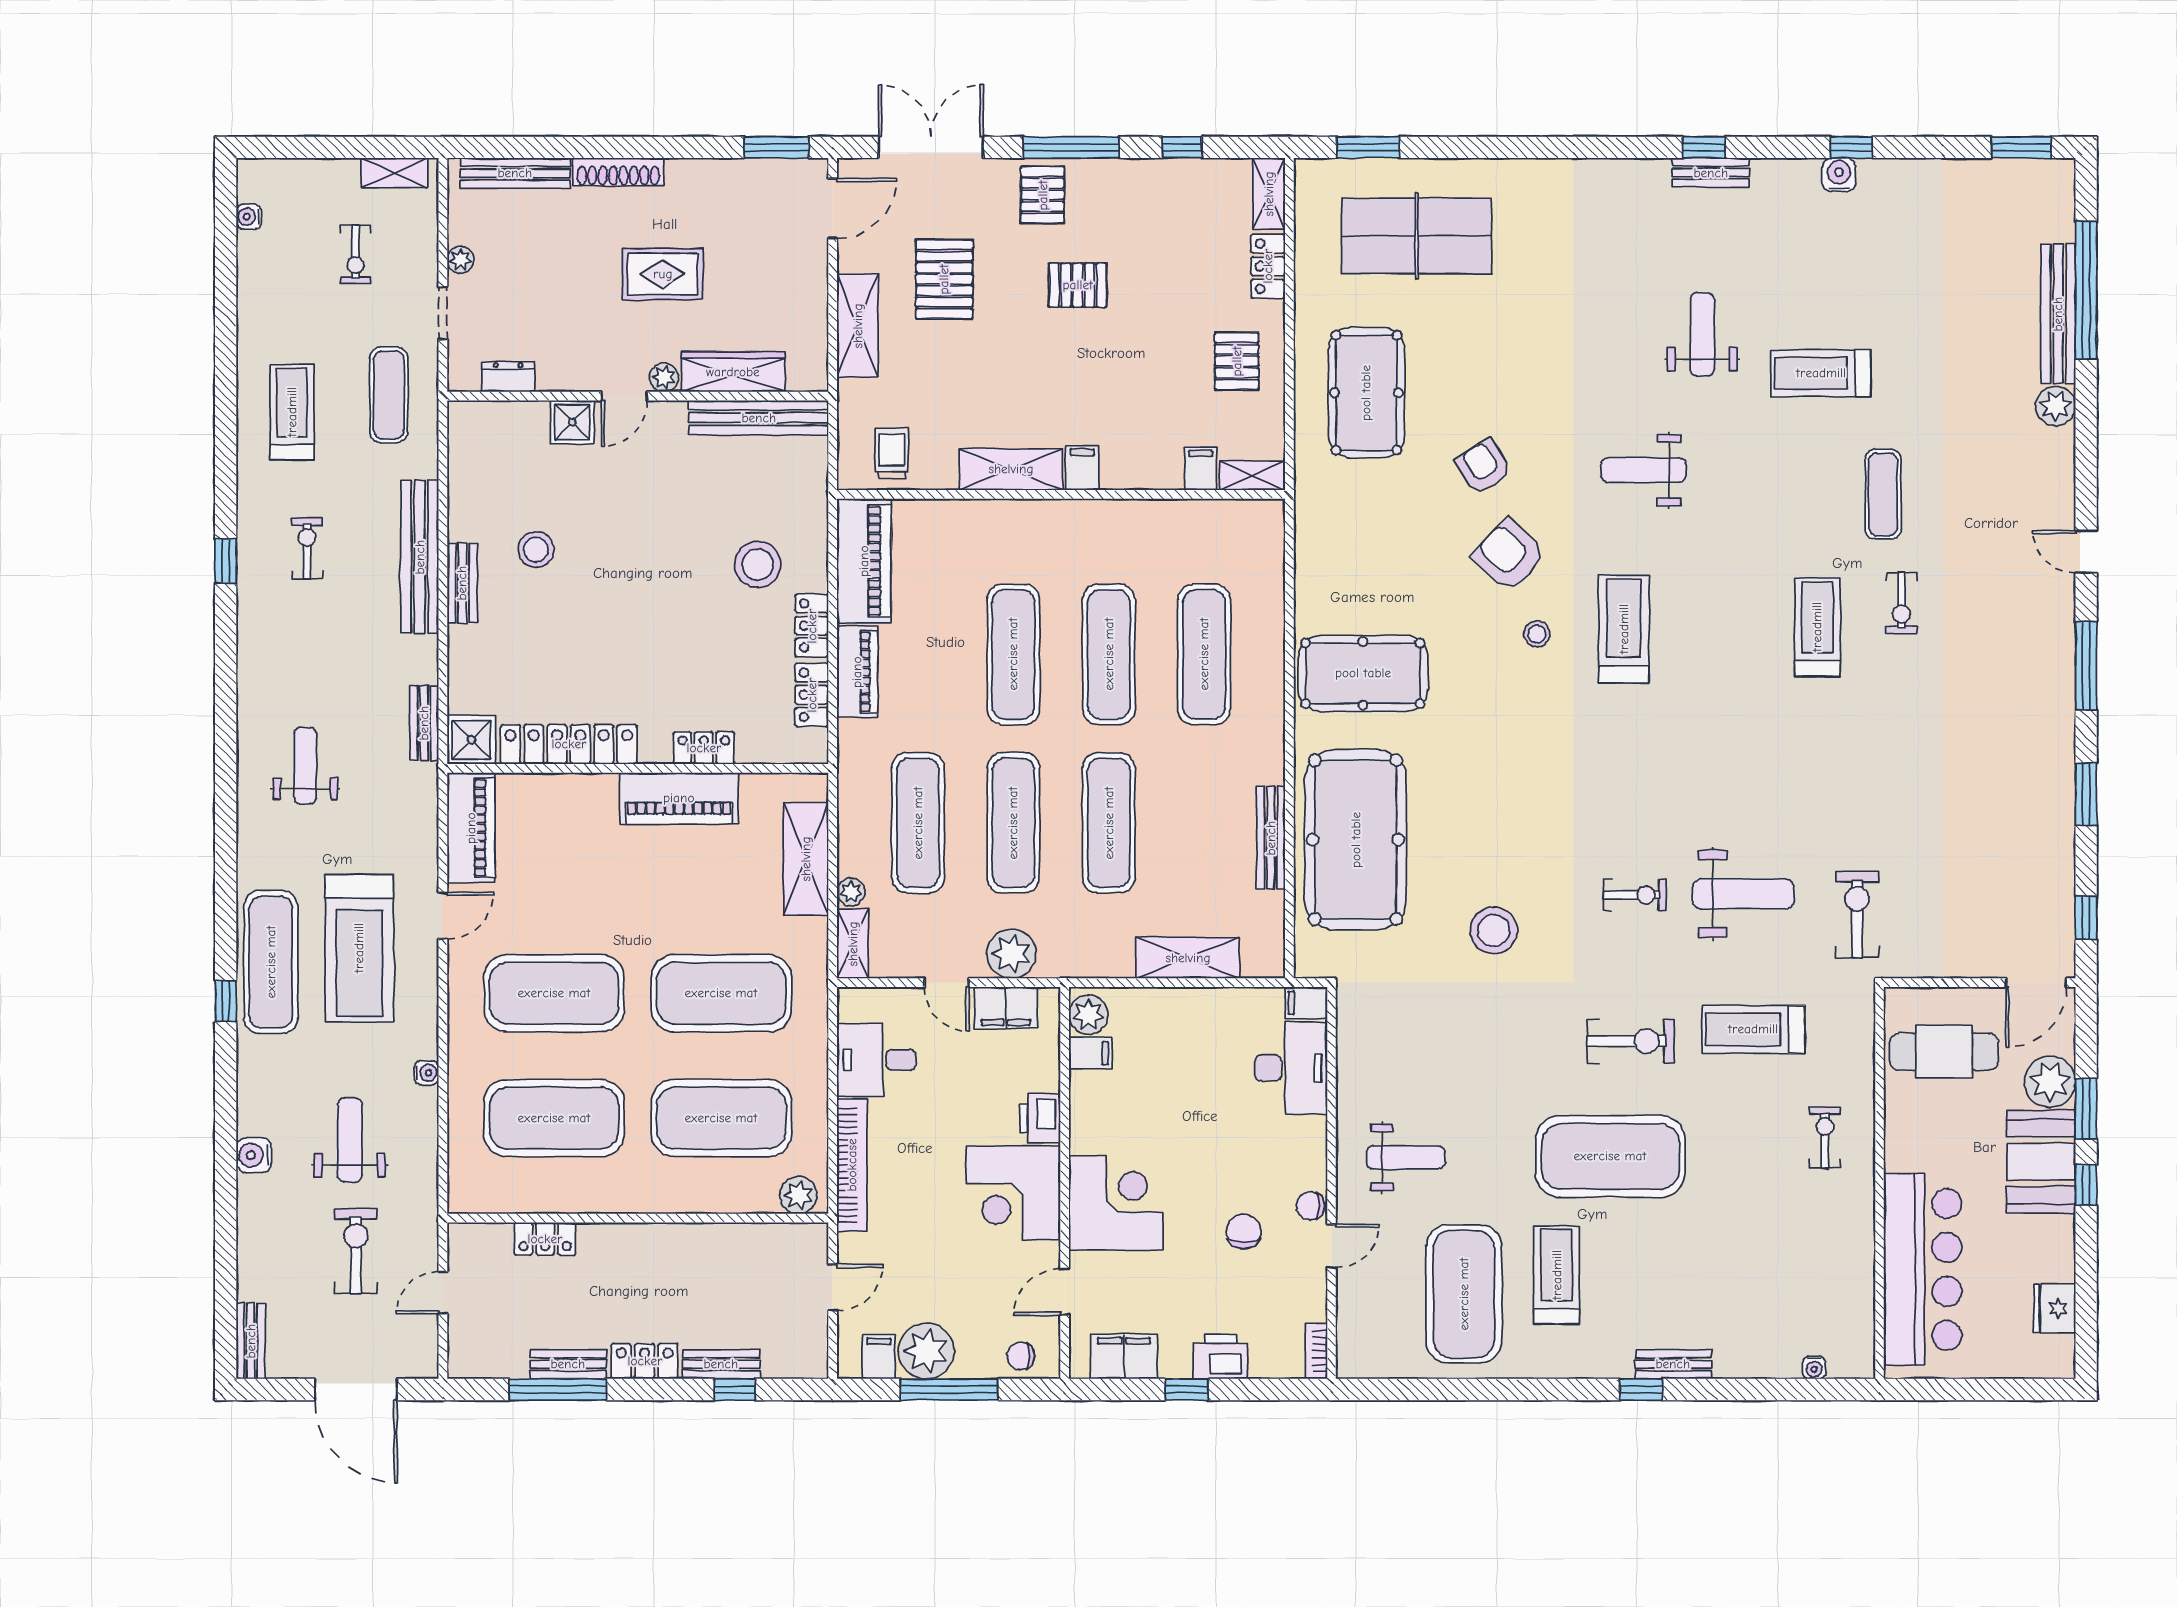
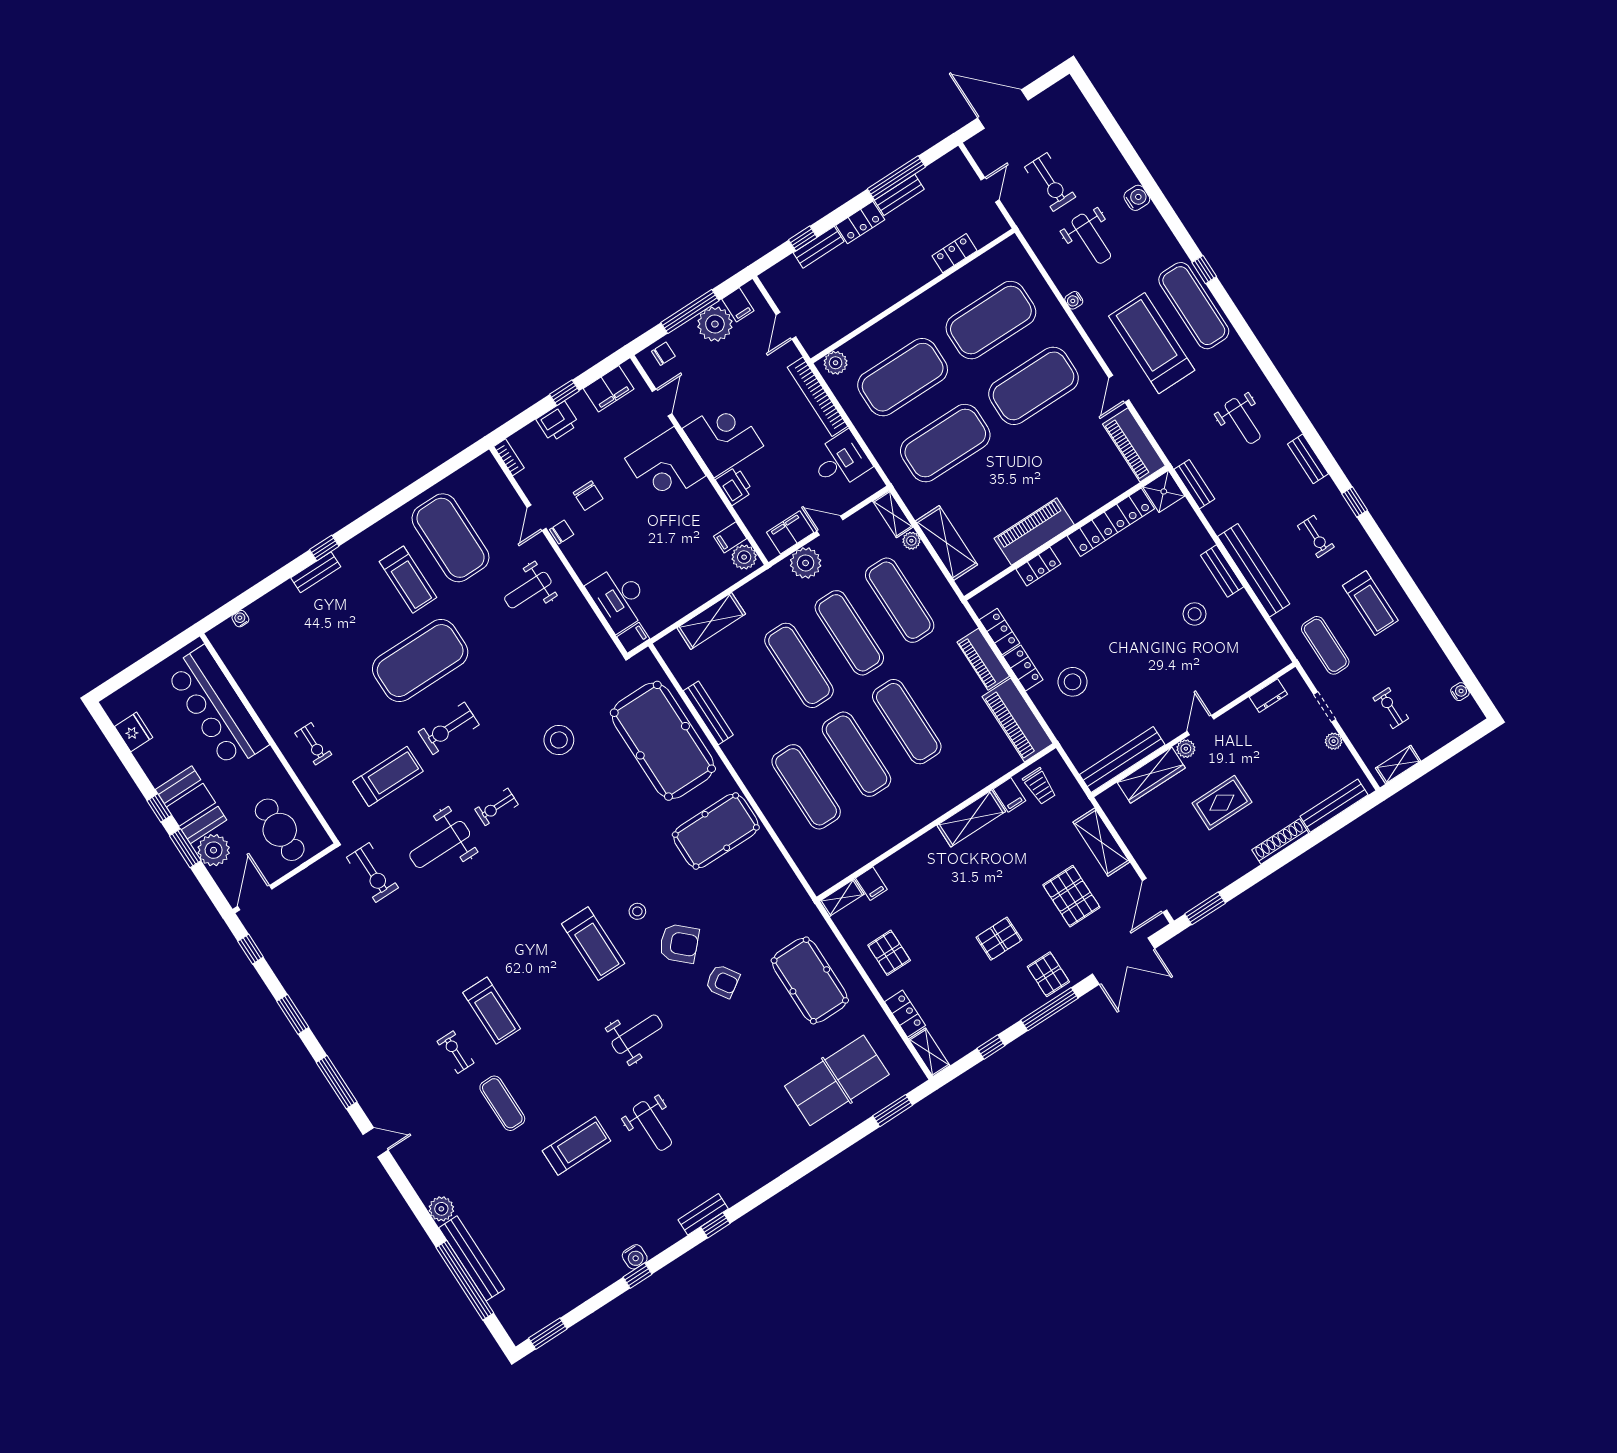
shower: (572, 422) -> (1219, 694), removed
filing cabinet: (1082, 468) -> (1009, 795), moved
cafe table: (1944, 1052) -> (280, 830), turned 90
bench: (251, 1341) -> (1308, 459), moved

